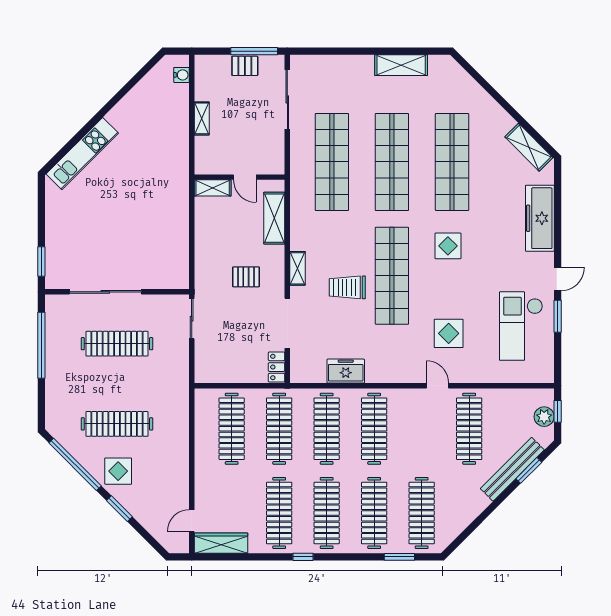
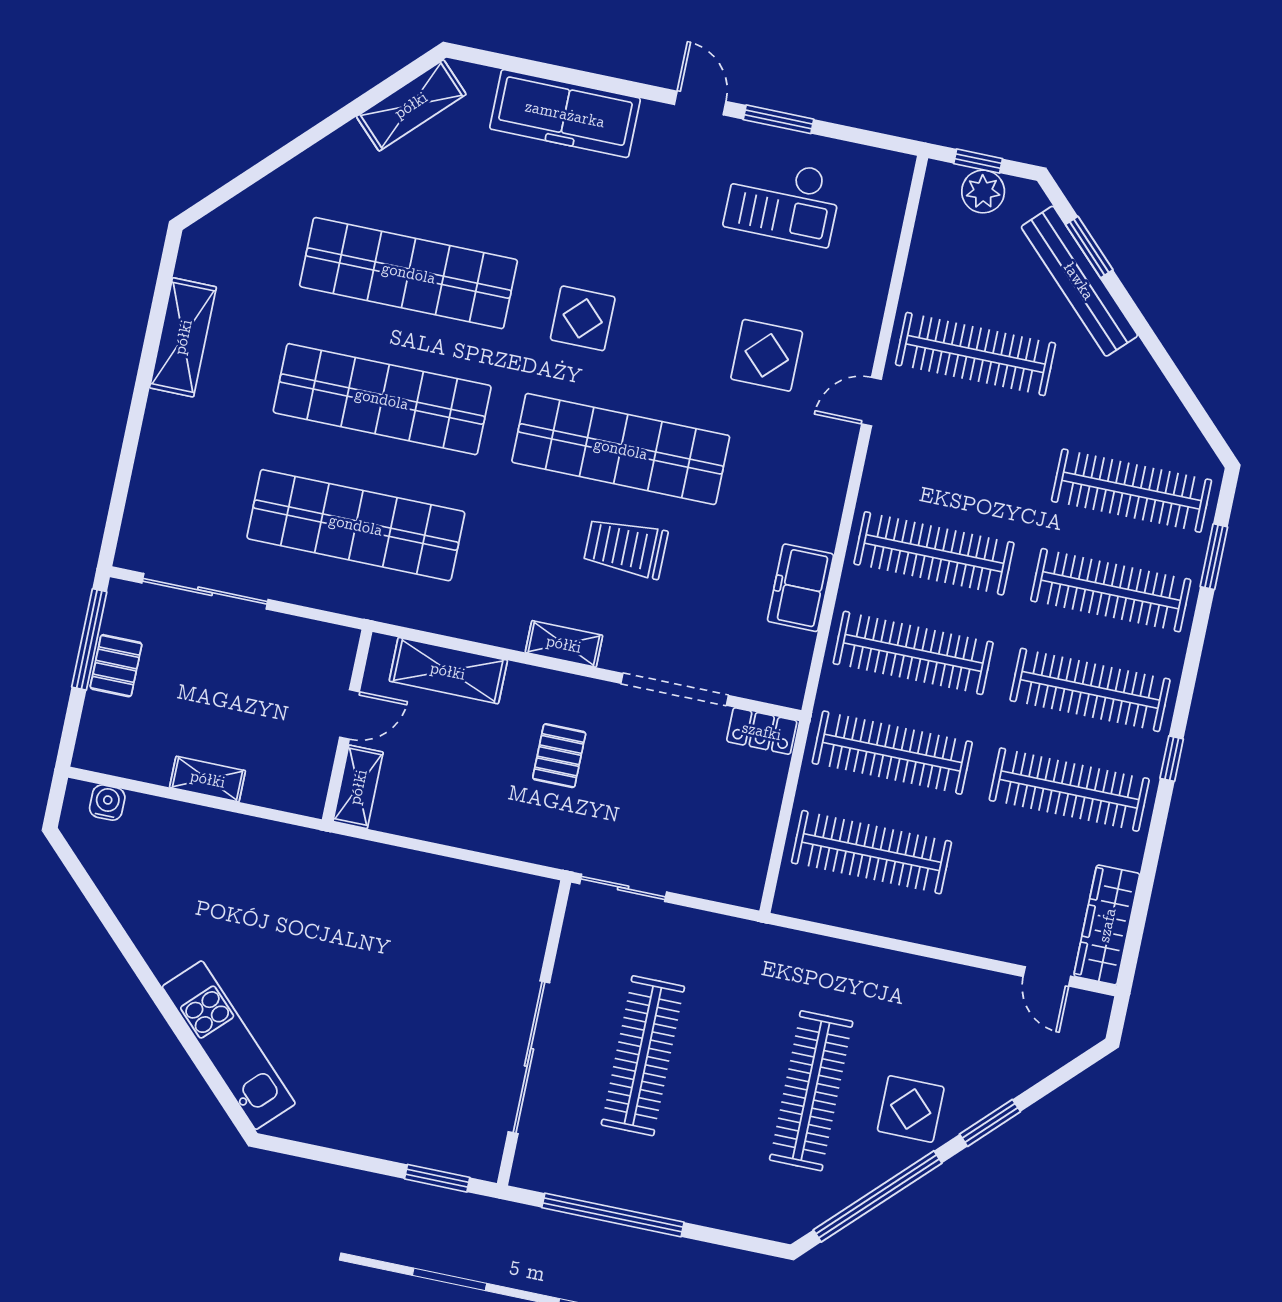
trolley: (347, 287) -> (626, 548), turned 90
checkout: (521, 326) -> (783, 200), width x0.73, depth x0.83

